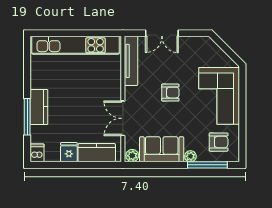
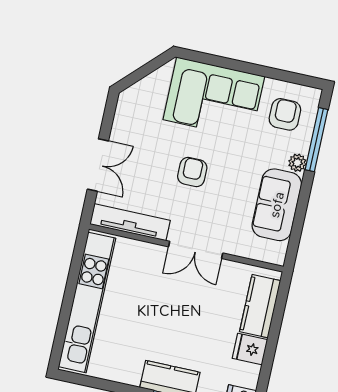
double door: (123, 118) -> (196, 250), moved
plant: (132, 156) -> (277, 252), removed

